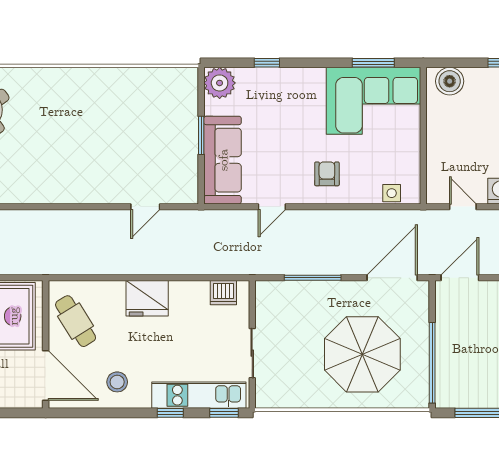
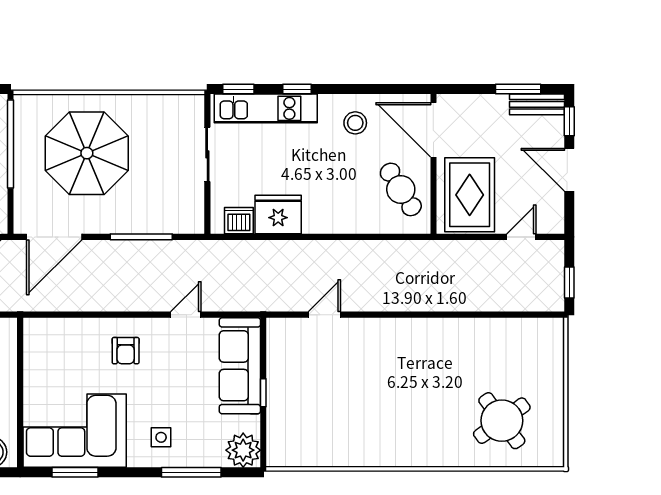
window: (267, 63) -> (191, 472), width x2.17
window: (201, 135) -> (263, 393), width x0.67
side table: (392, 193) -> (161, 437), moved
fridge: (147, 298) -> (278, 214), moved

